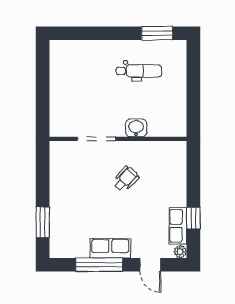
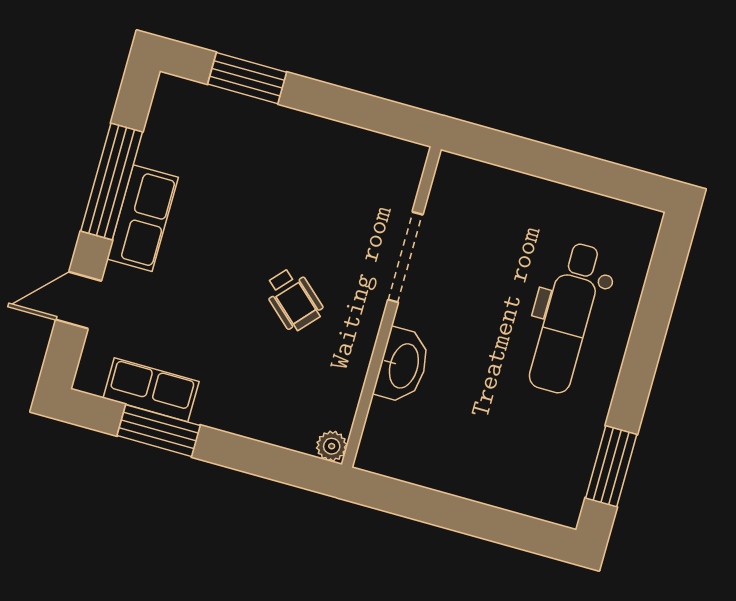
dental chair: (139, 71) -> (567, 318), moved, width x1.36, depth x1.38
washbasin: (136, 128) -> (403, 366), width x1.38
window: (193, 218) -> (159, 431), width x1.50
plant: (180, 252) -> (332, 446), moved

